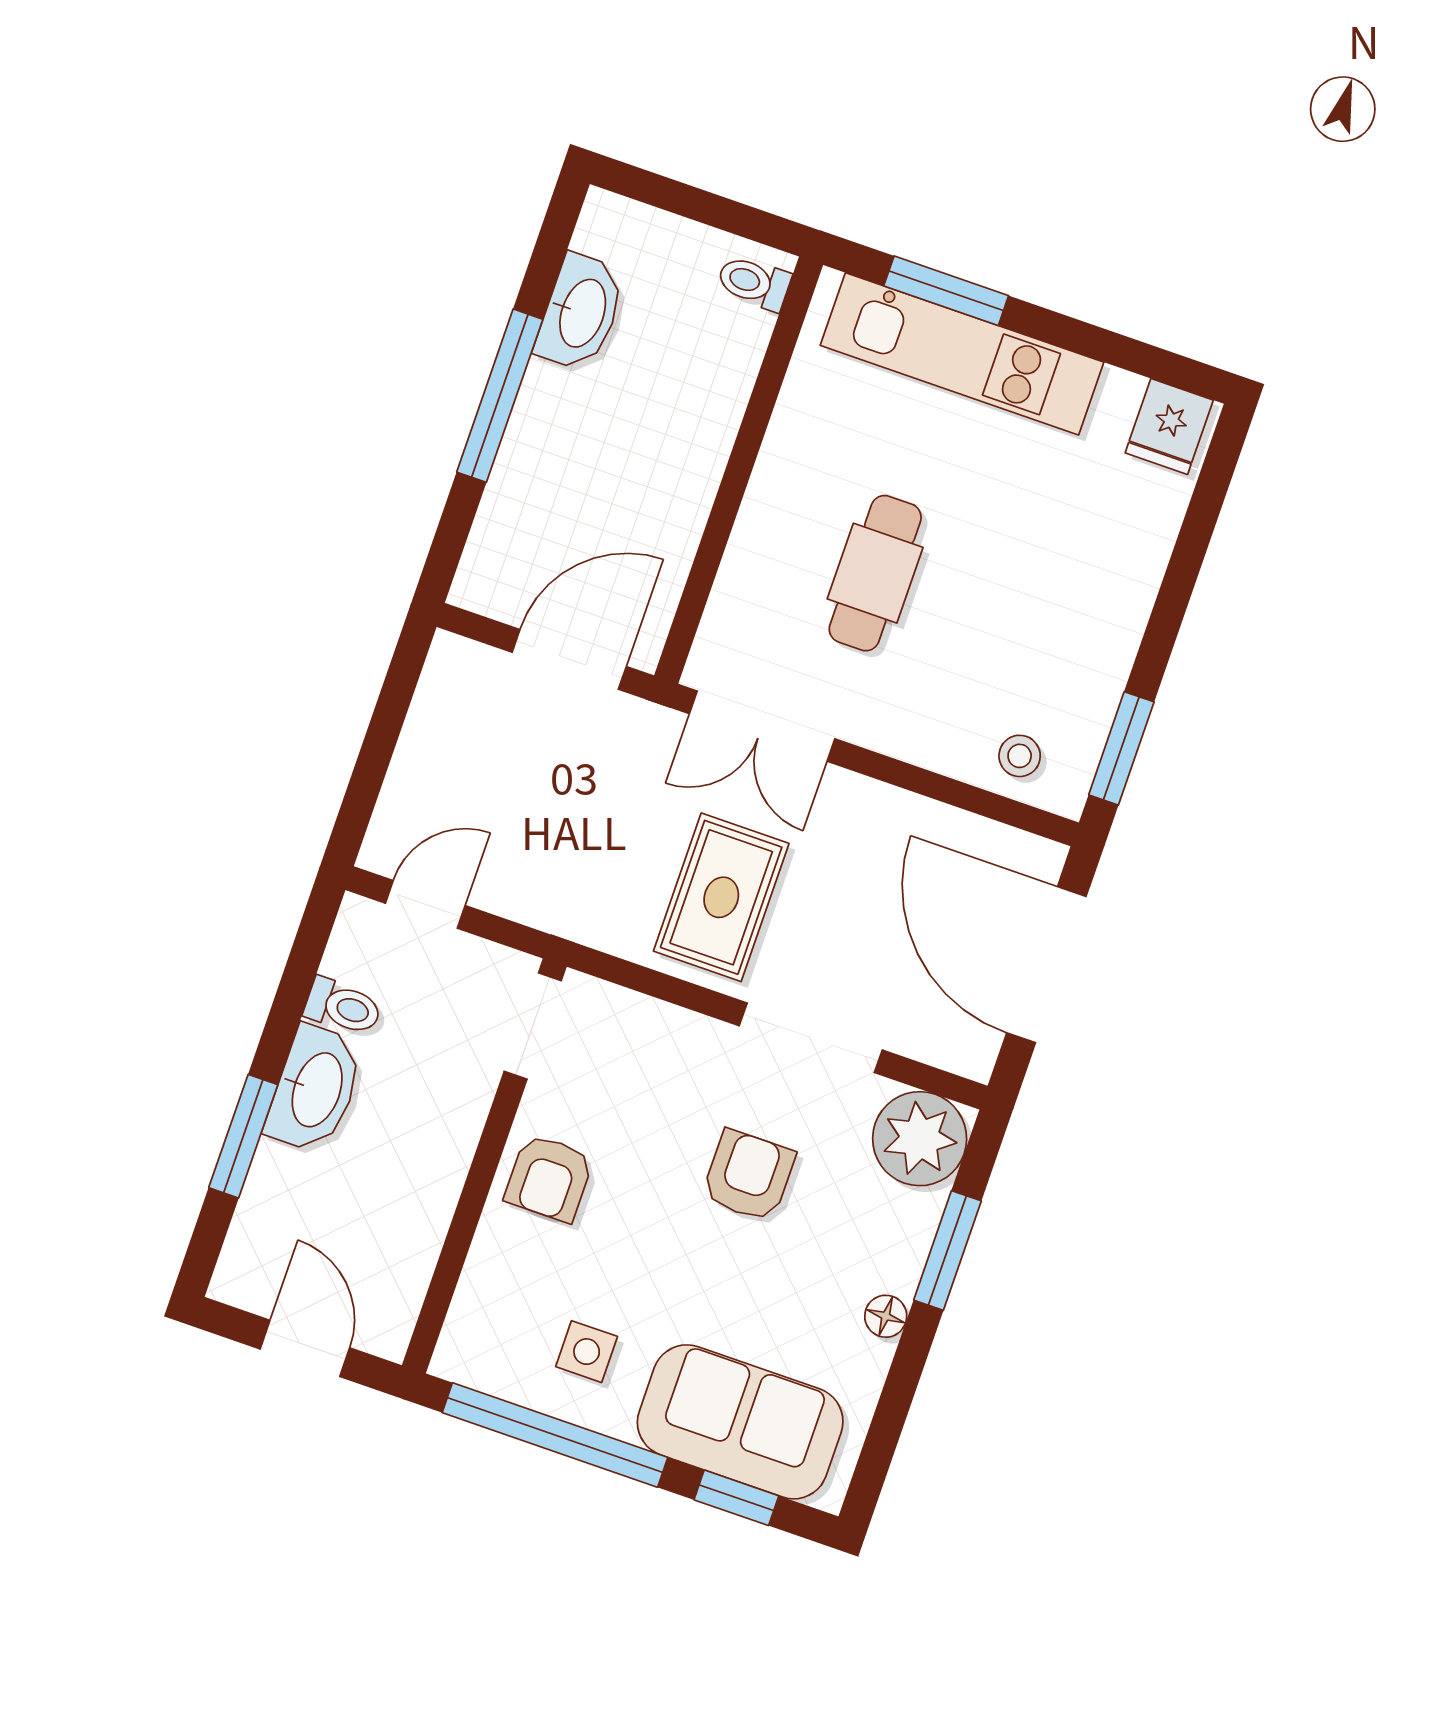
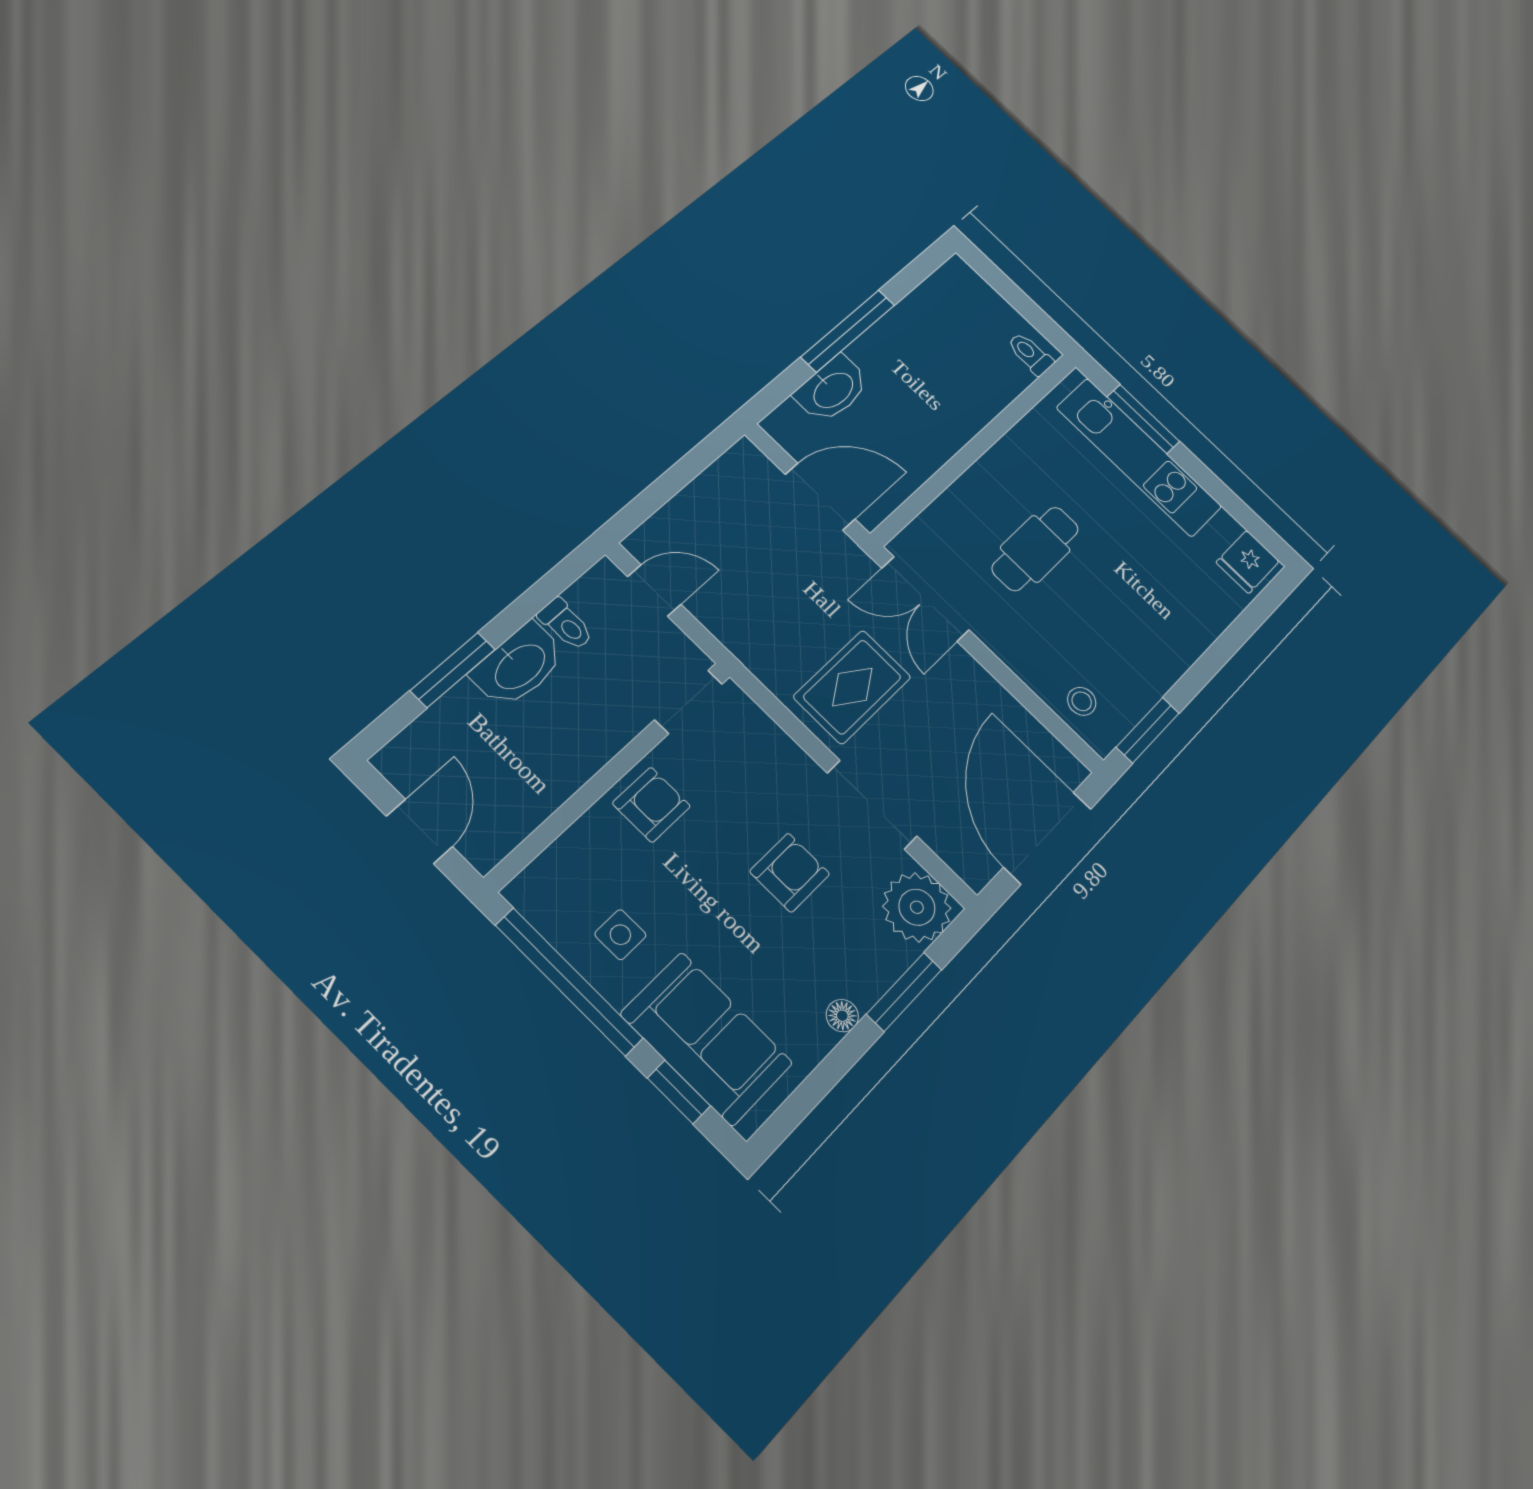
washbasin: (581, 312) -> (832, 389), moved
armchair: (549, 1178) -> (651, 805), turned 180

